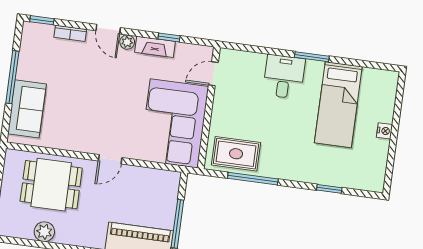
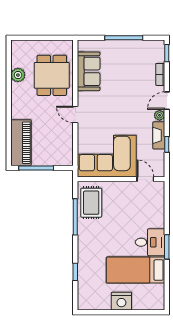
desk: (284, 77) -> (150, 242), moved
sofa: (27, 109) -> (89, 71), moved, turned -90
nightstand: (384, 131) -> (121, 301), width x1.89, depth x1.79

